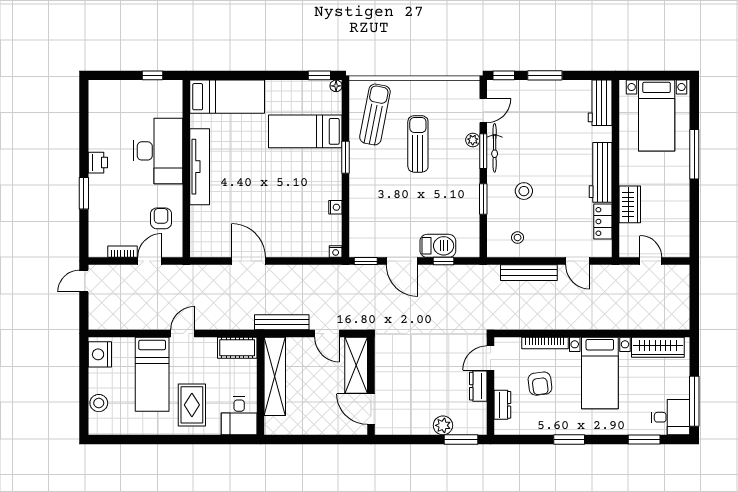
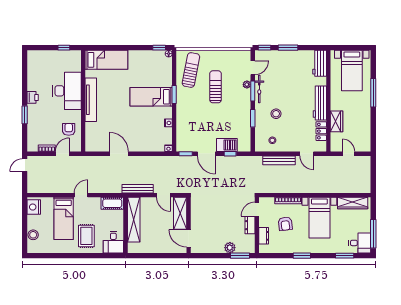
bed: (305, 131) -> (151, 97), moved

